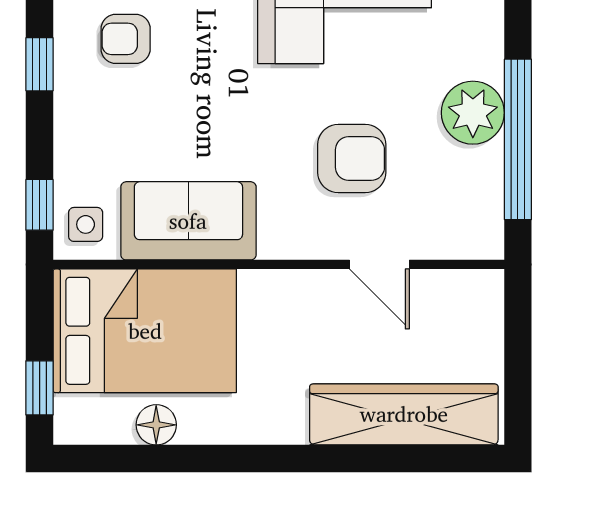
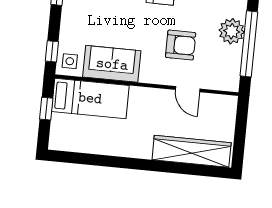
bed: (145, 331) -> (90, 98), width x0.67
window: (40, 388) -> (46, 109), moved
floor lamp: (156, 425) -> (90, 146), removed

